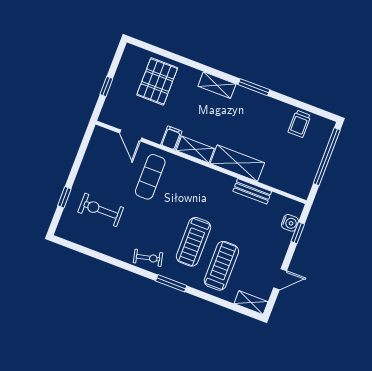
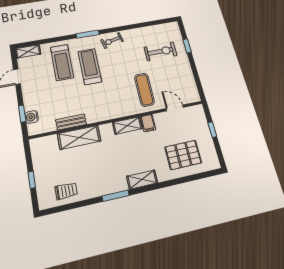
pallet: (157, 81) -> (183, 155), turned 90
trolley: (299, 124) -> (66, 191), turned 90
window: (327, 157) -> (32, 180), width x0.32
shelving: (237, 163) -> (79, 137), moved

